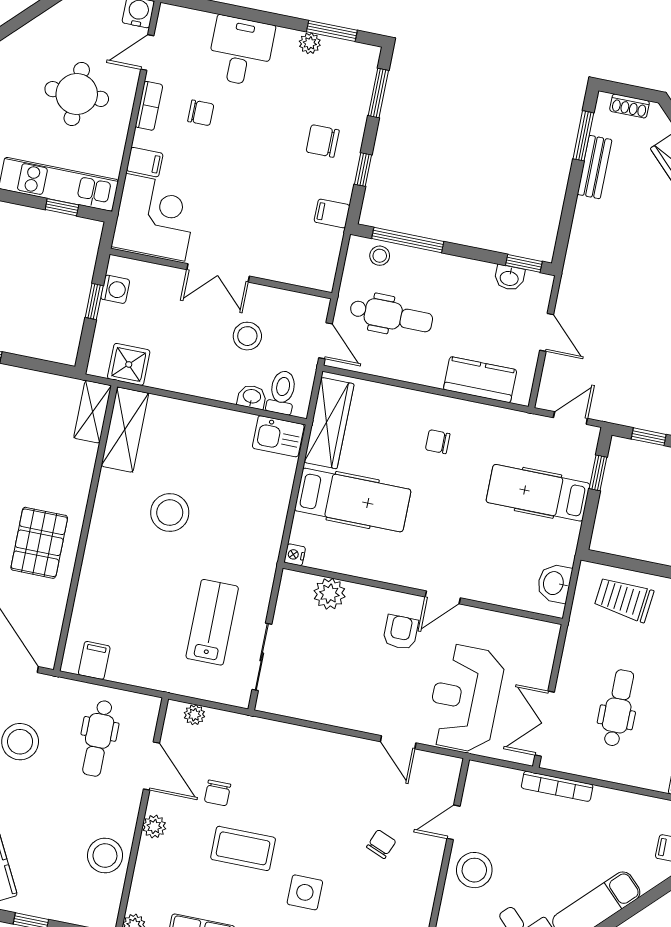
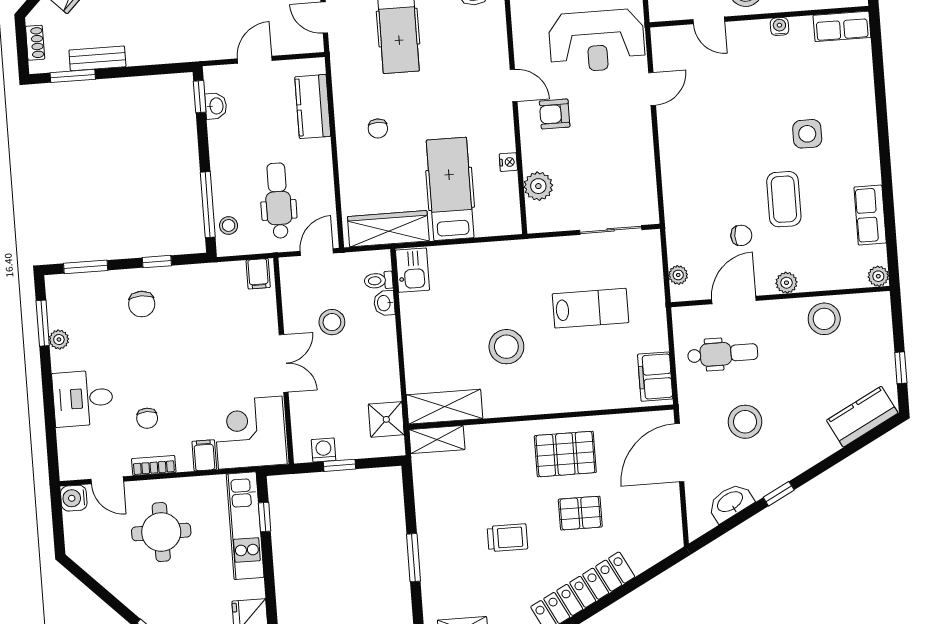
chair: (201, 113) -> (147, 418), turned 180
filing cabinet: (332, 213) -> (258, 274), moved
toilet: (282, 392) -> (379, 281), width x0.73, depth x0.72
nightstand: (295, 555) -> (508, 162), moved, turned -90
lab bench: (212, 622) -> (591, 308), moved, turned 180
filing cabinet: (94, 660) -> (655, 377), width x2.00
chair: (381, 844) -> (746, 79), removed
water cooler: (426, 895) -> (780, 27), added

